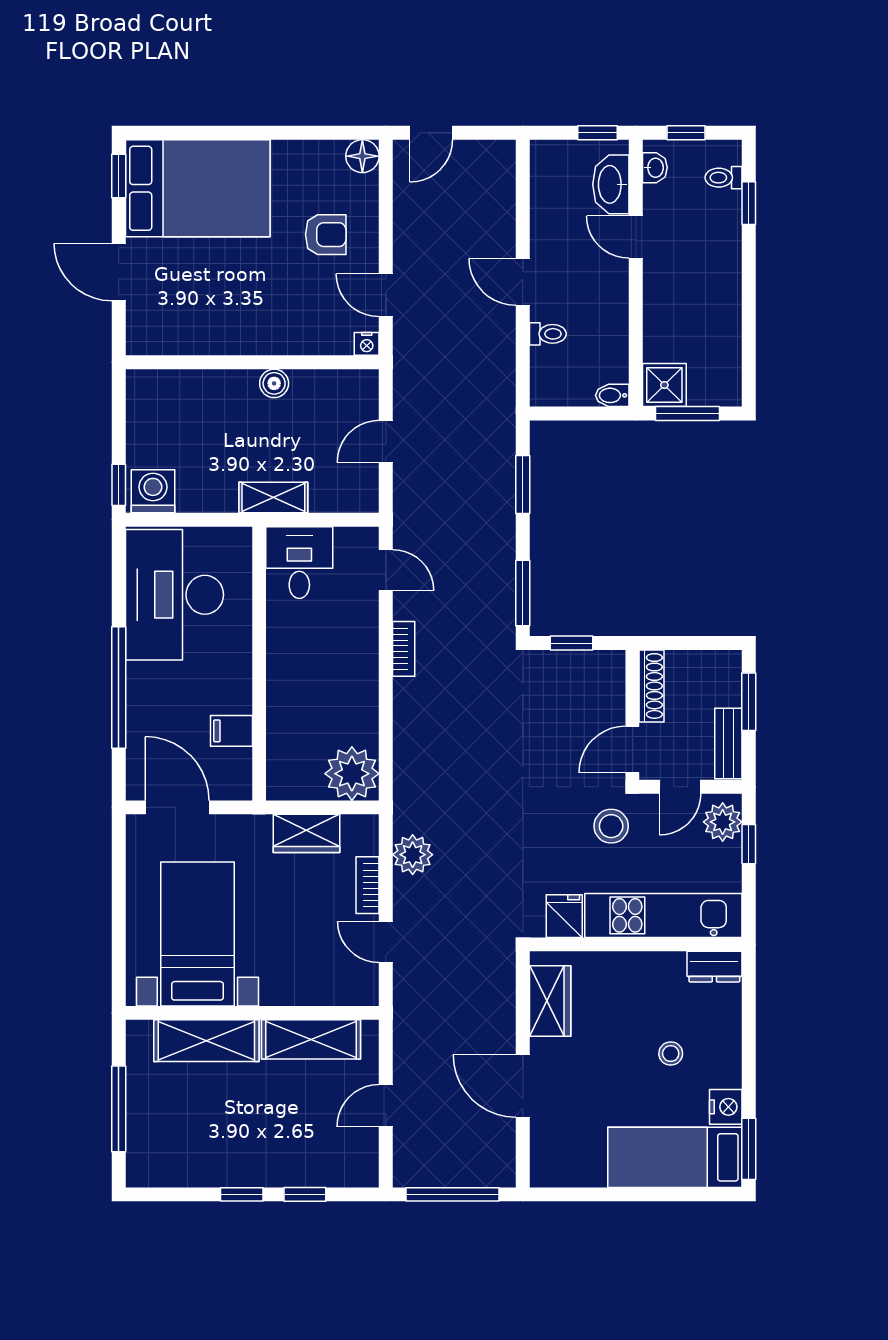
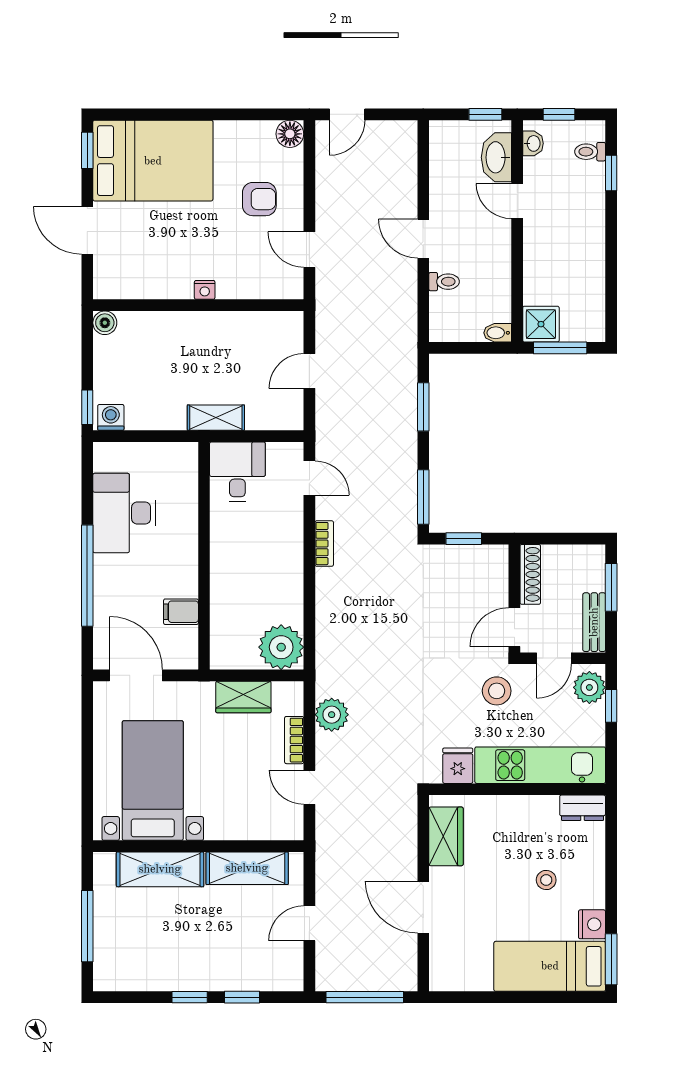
nightstand: (367, 344) -> (205, 290), moved
boiler: (274, 383) -> (105, 323), moved
washing machine: (153, 491) -> (111, 417), width x0.73, depth x0.73
desk: (174, 595) -> (124, 513), width x0.73, depth x0.77

